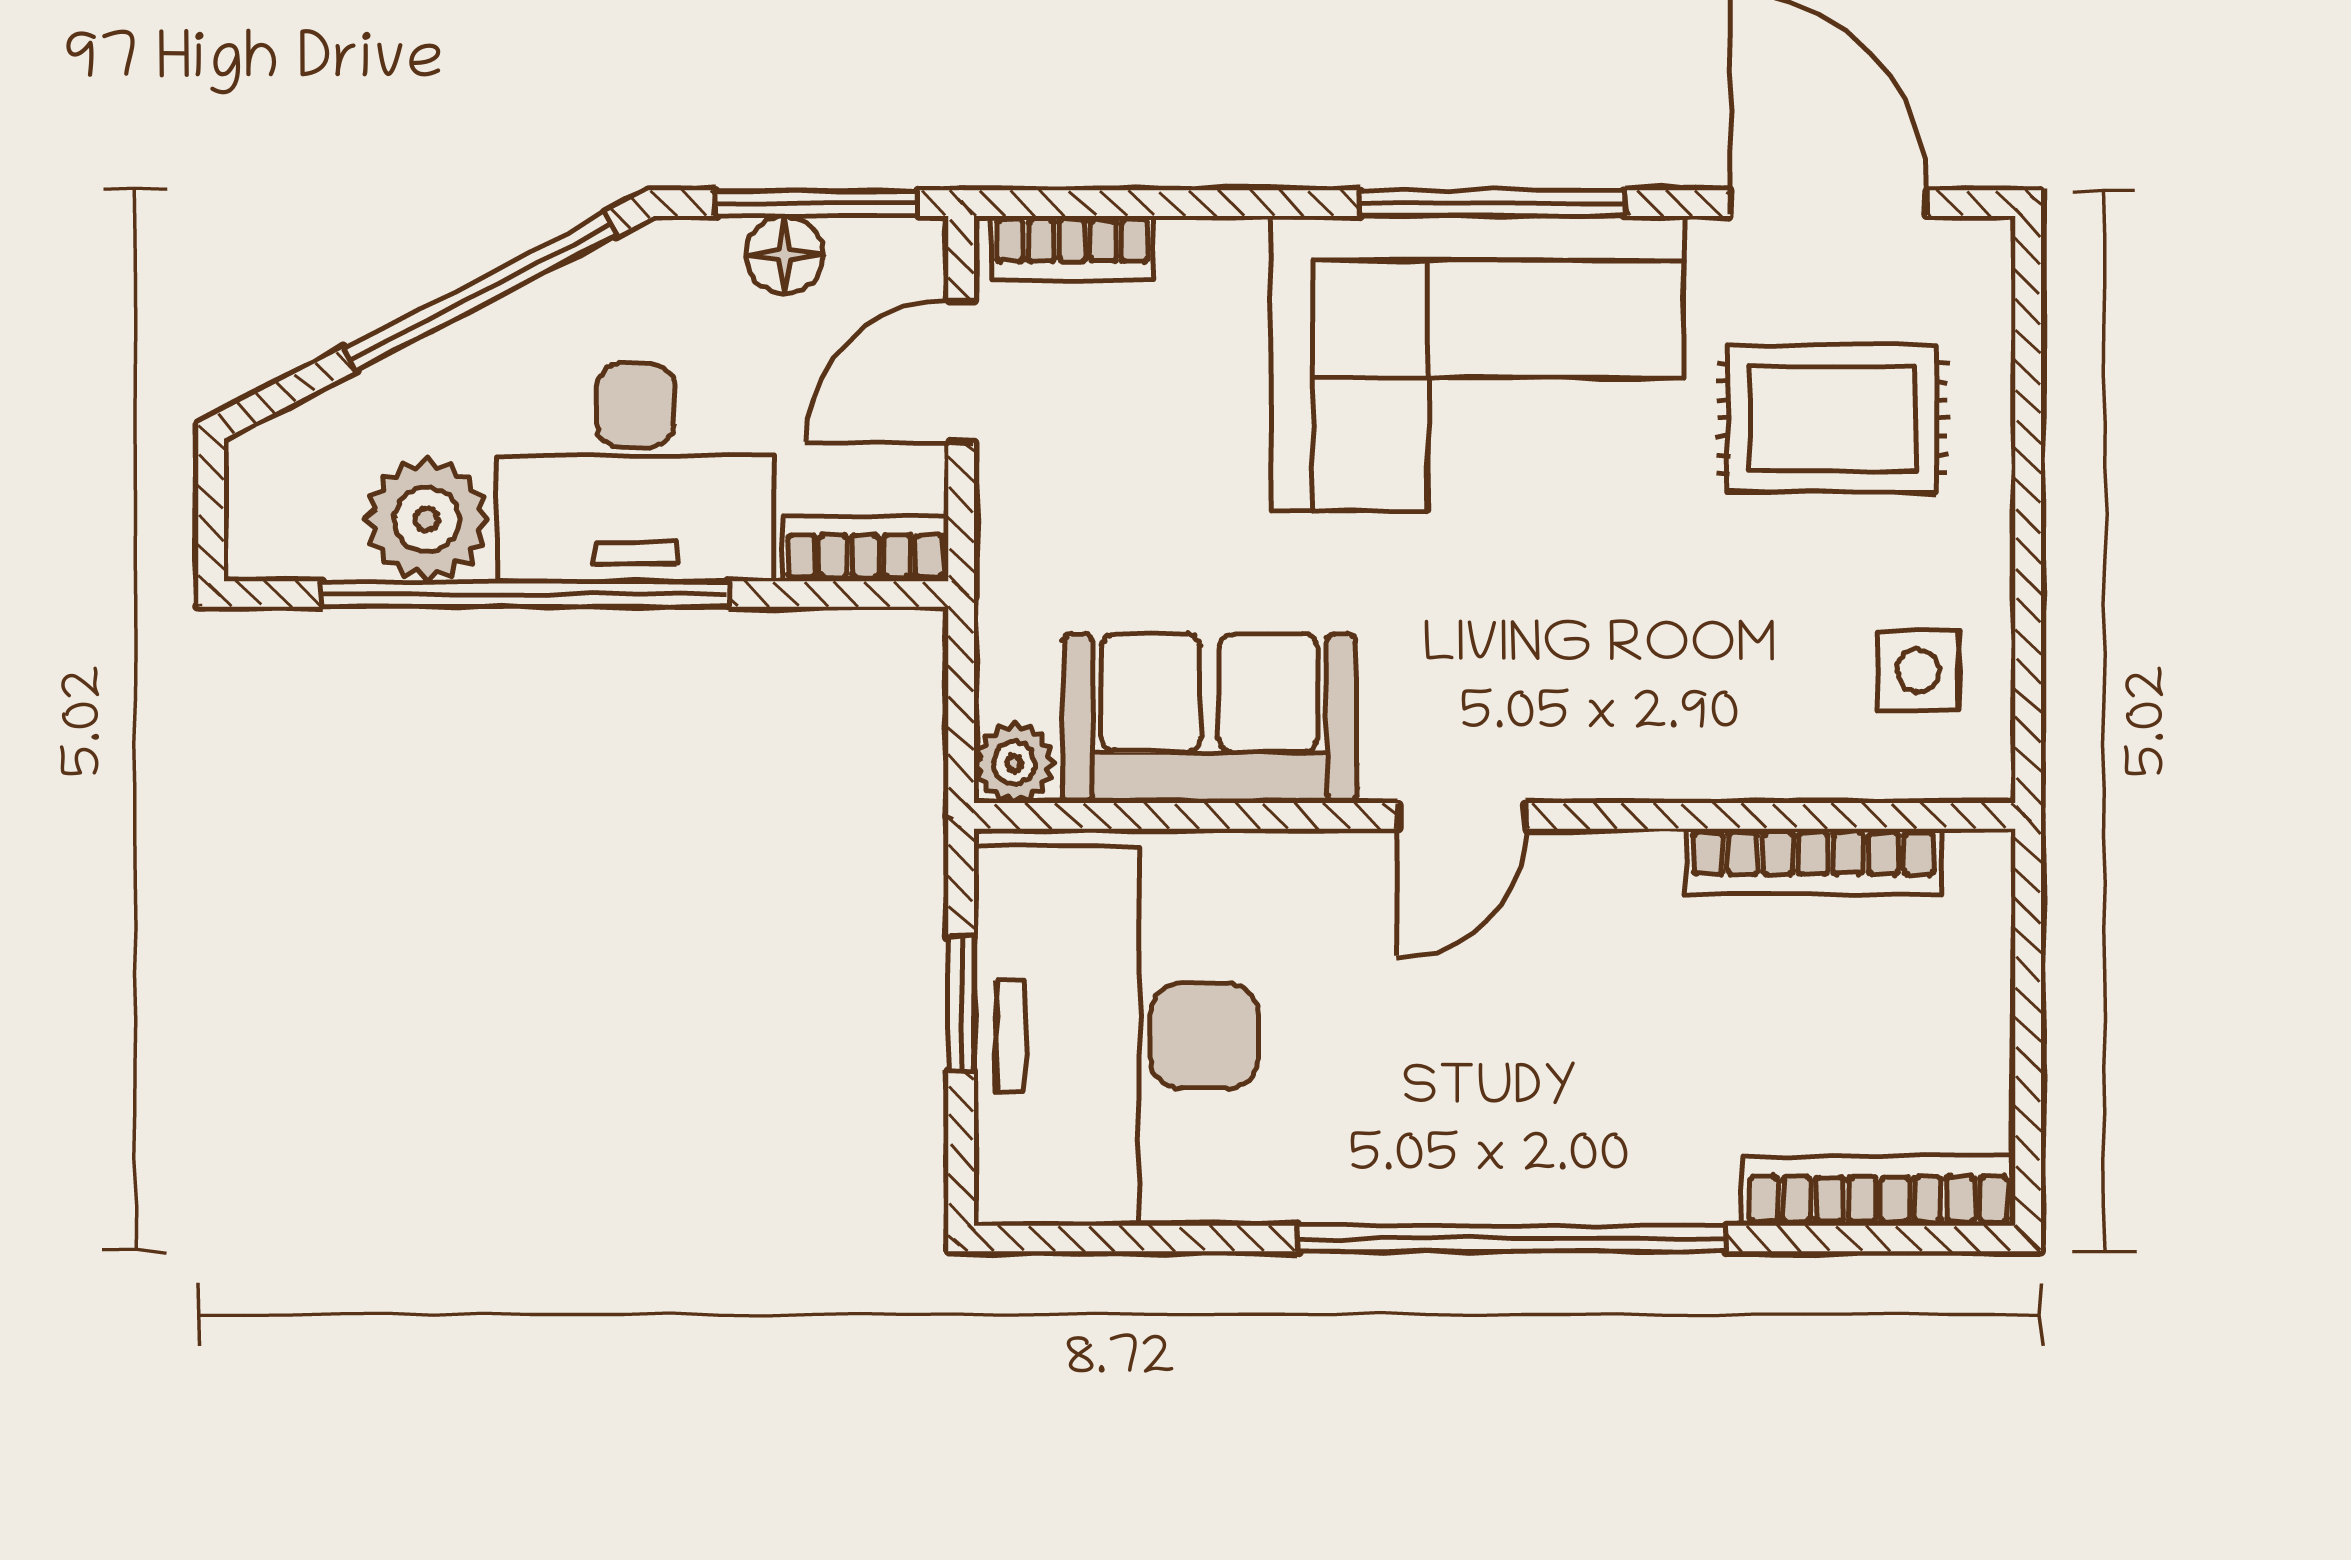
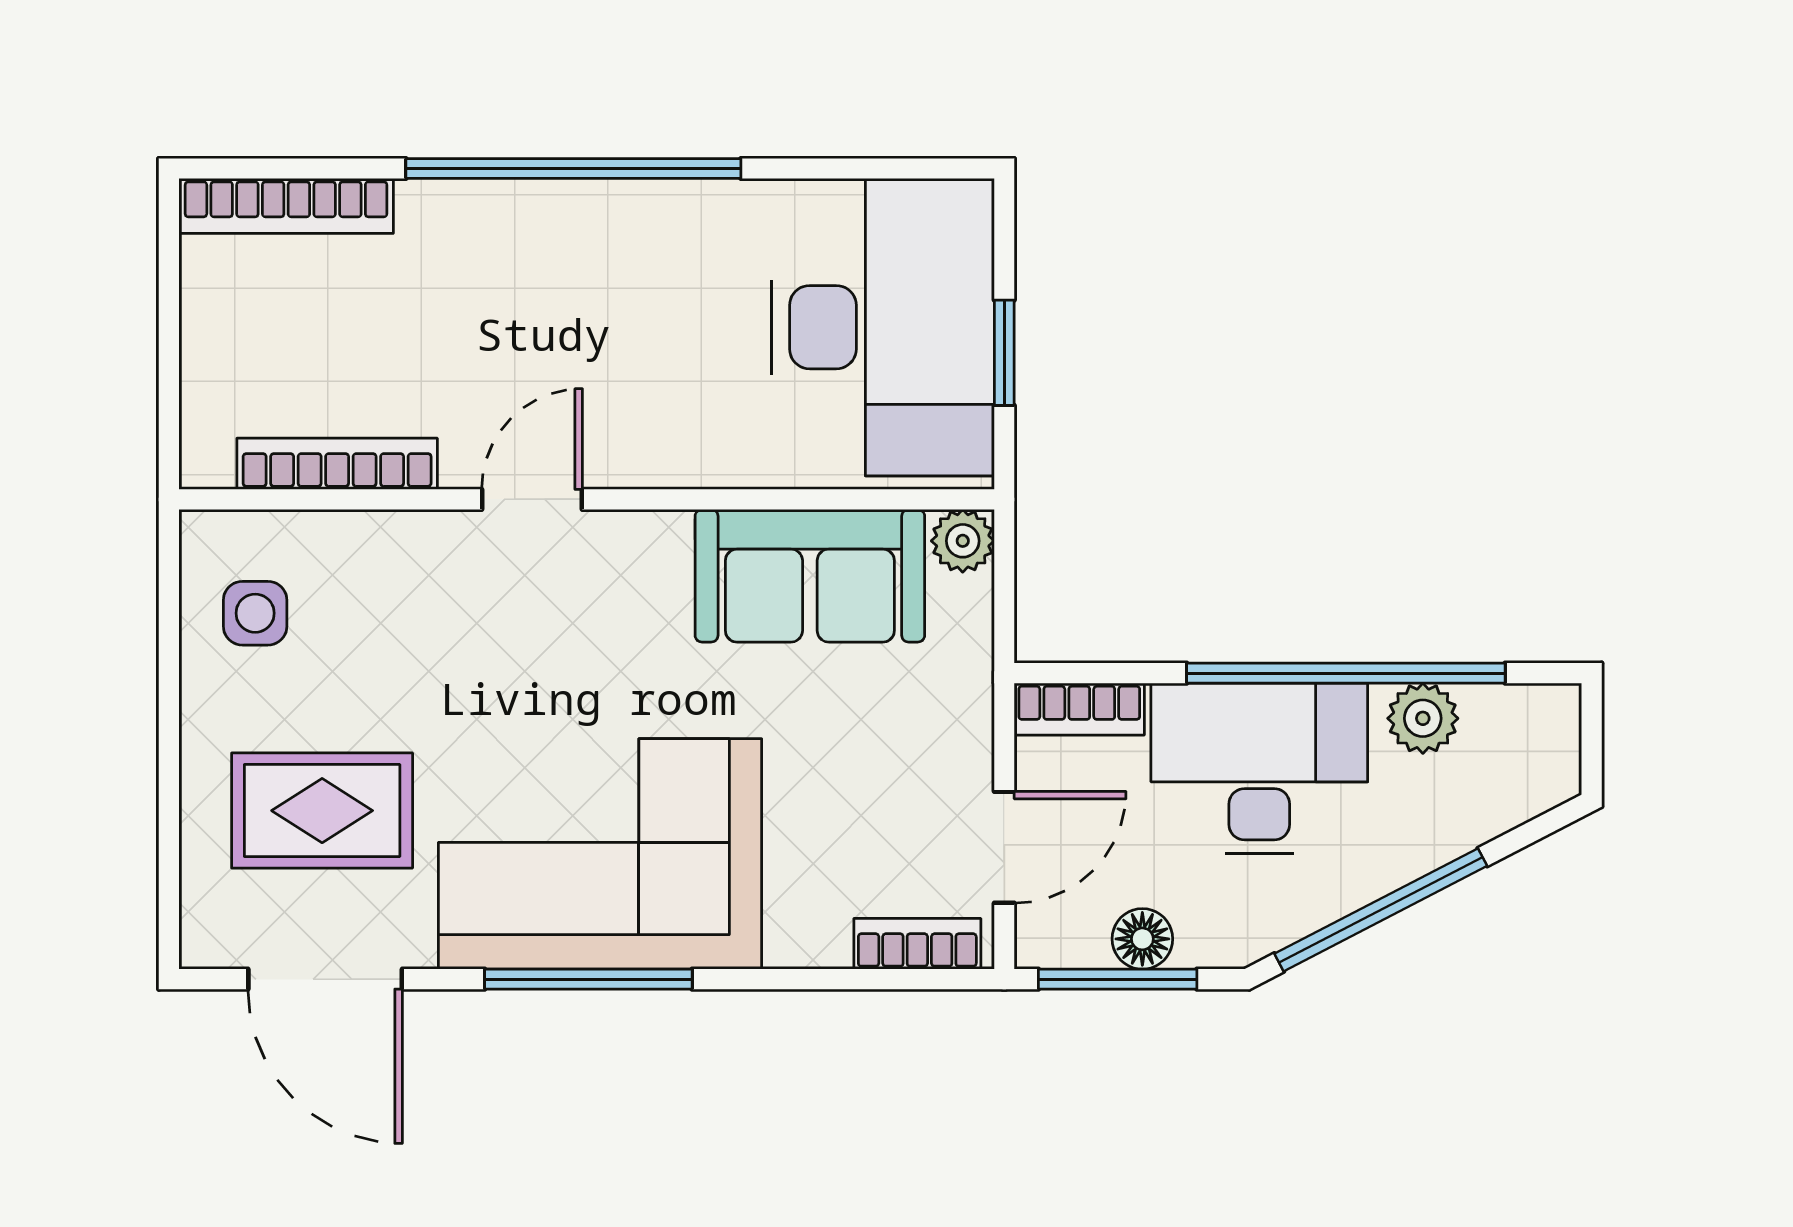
plant: (427, 519) -> (1423, 718), width x0.73, depth x0.73
door: (1462, 816) -> (532, 499), moved

